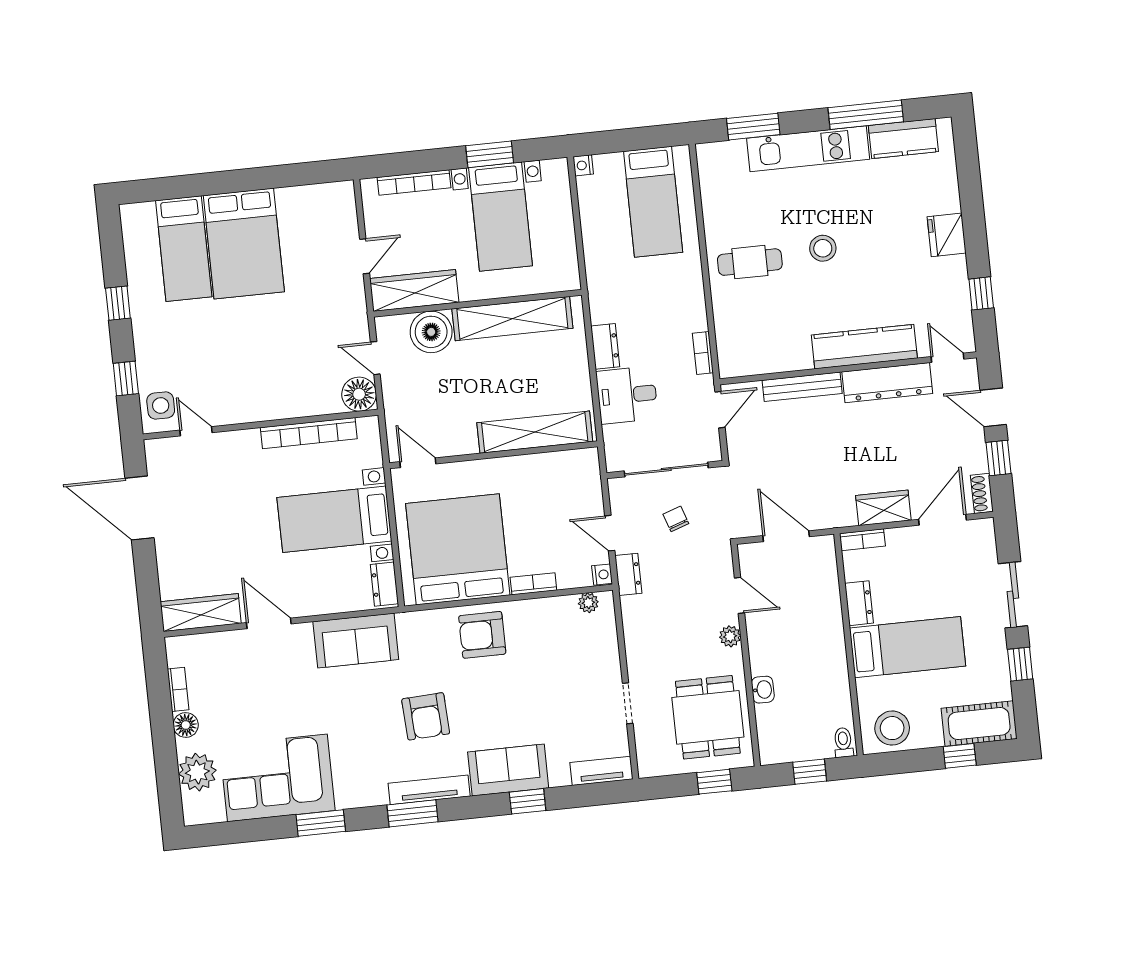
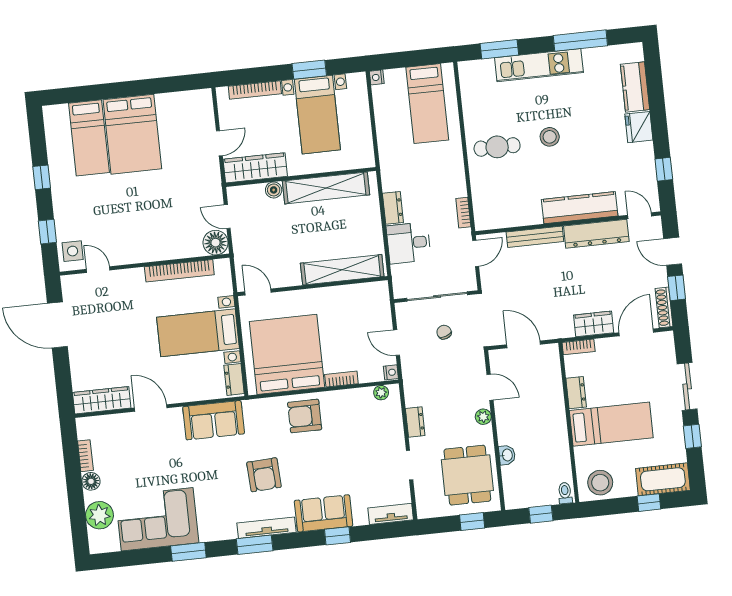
kitchen counter: (903, 139) -> (635, 87), moved, turned 90
boiler: (431, 332) -> (274, 190), width x0.54, depth x0.54
shoe rack: (982, 493) -> (664, 307), width x1.43
dresser: (628, 574) -> (415, 422), moved

